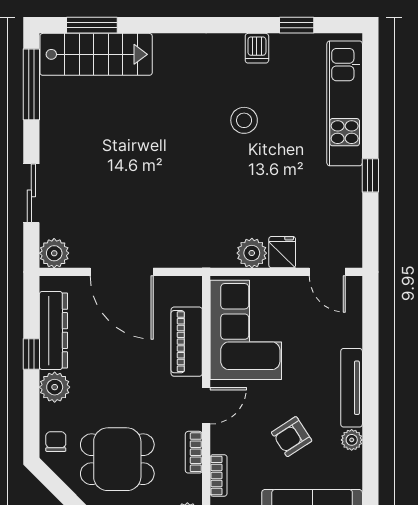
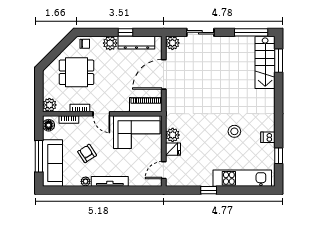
piano: (187, 342) -> (146, 105), moved
dining table: (117, 459) -> (77, 72), turned 90

